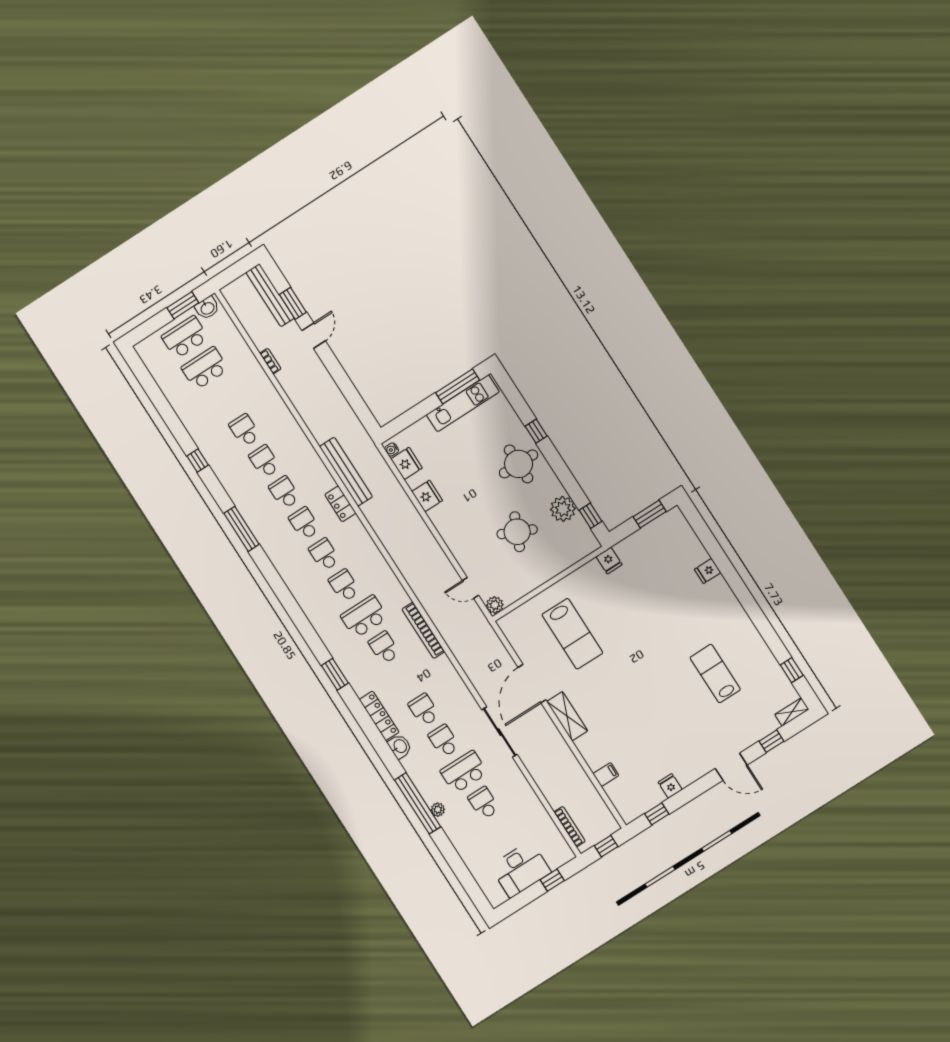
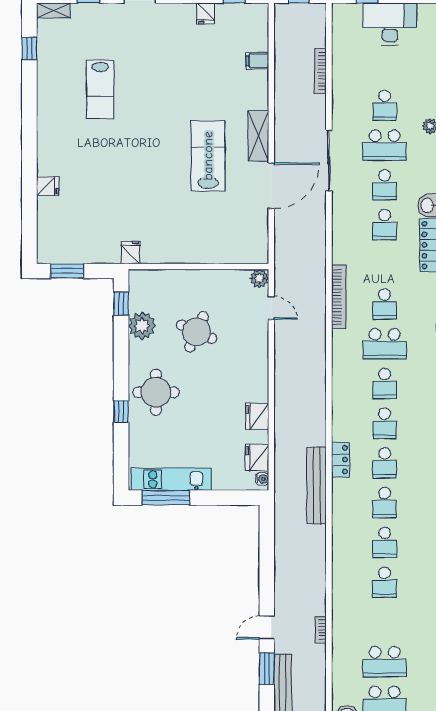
lab bench: (572, 634) -> (208, 156), moved
bookcase: (570, 827) -> (320, 71), moved

